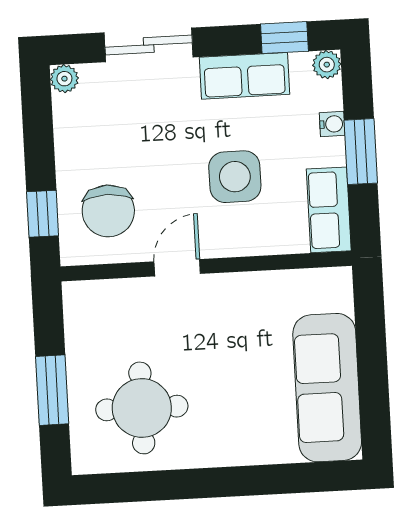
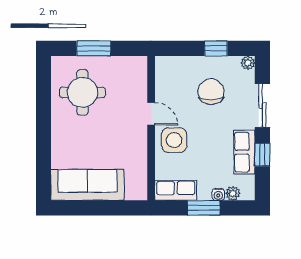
window: (284, 38) -> (262, 155), moved
plant: (327, 65) -> (233, 193), moved
side table: (235, 177) -> (174, 140), moved
chair: (108, 211) -> (211, 92), moved, turned 90
window: (43, 214) -> (216, 48), moved

